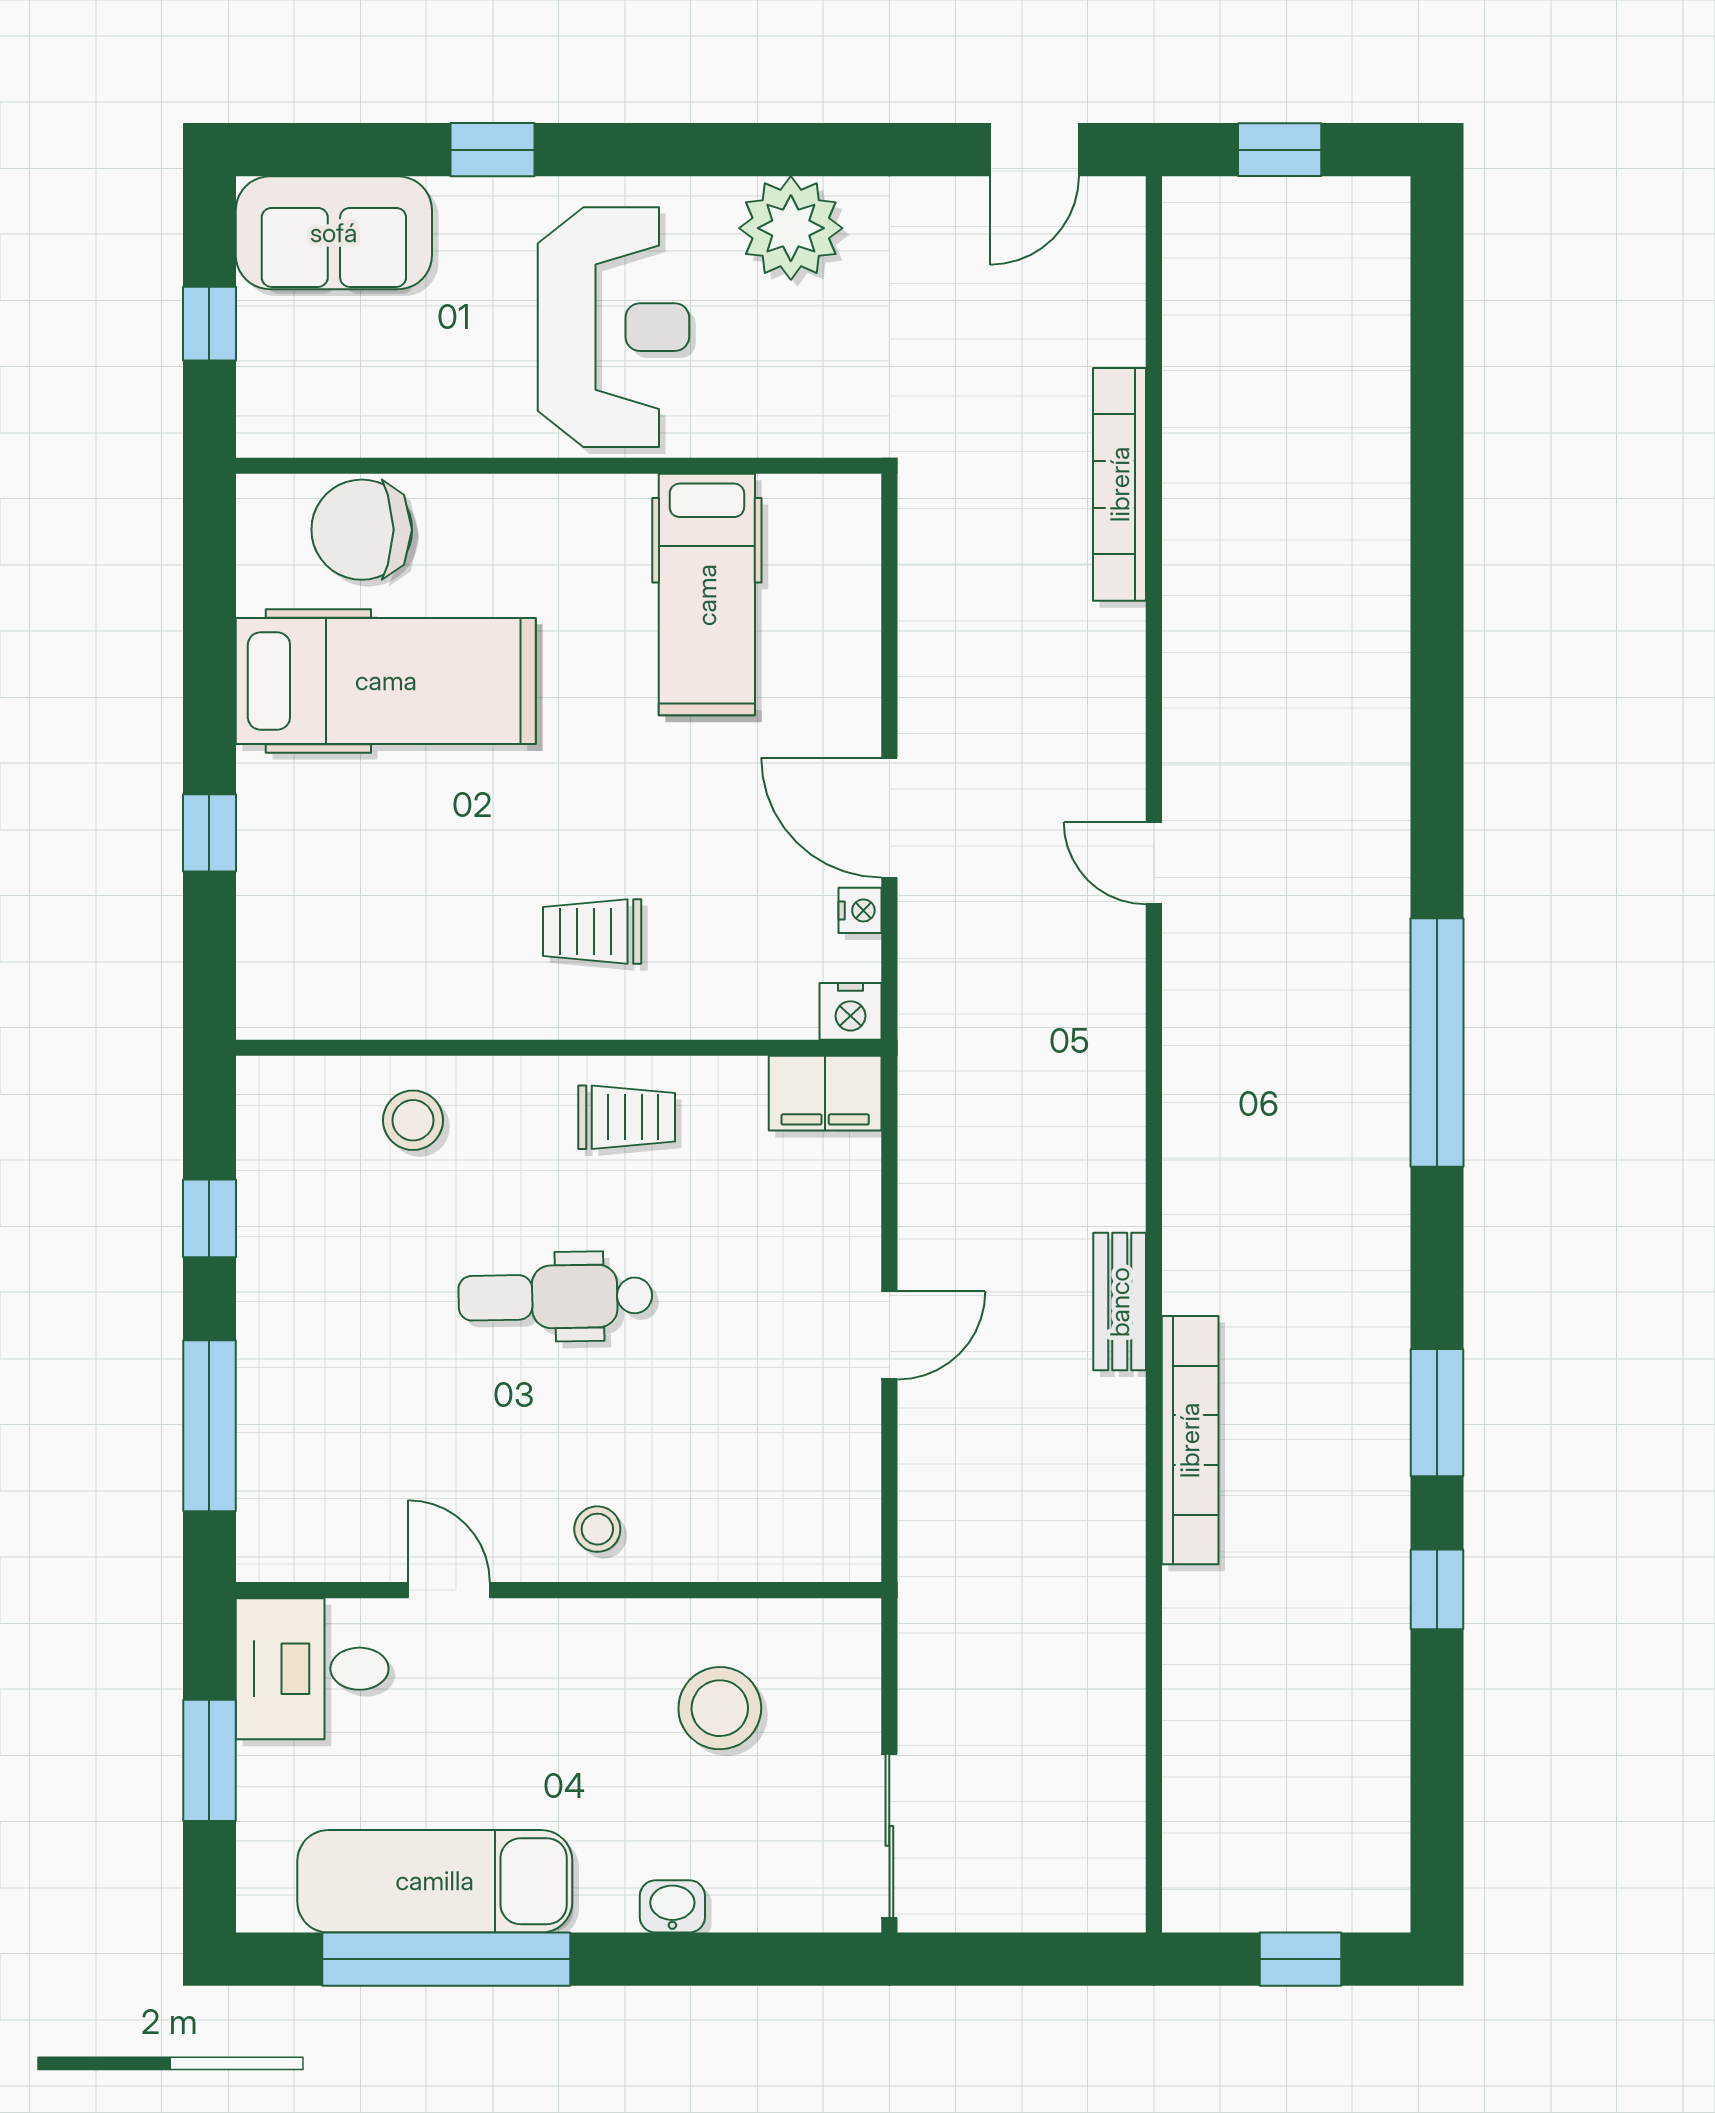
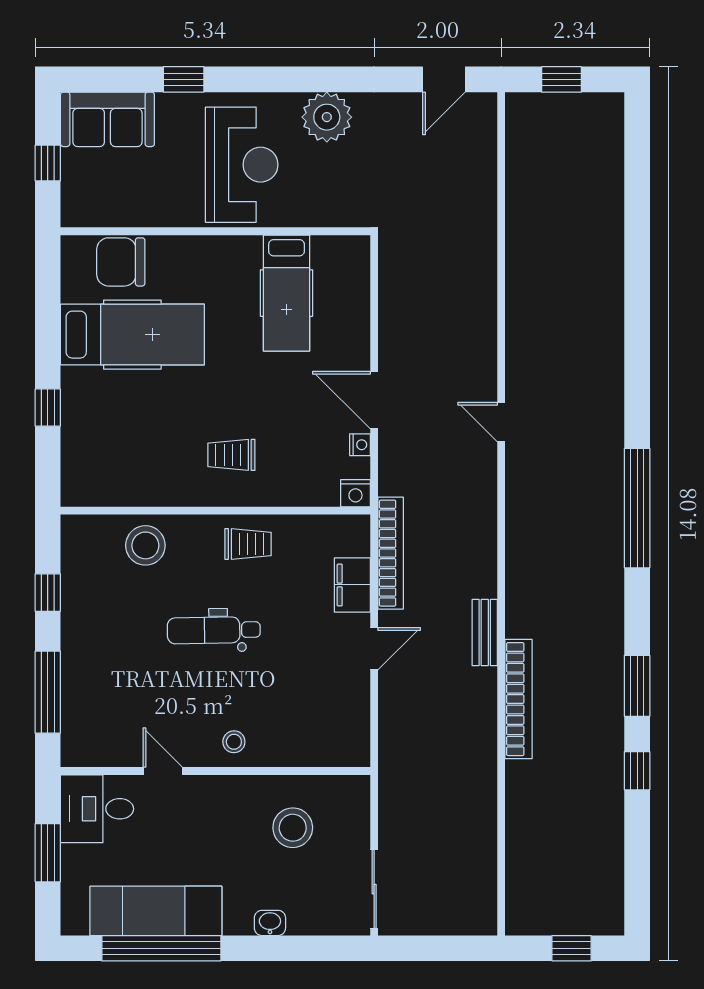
bookcase: (1120, 484) -> (391, 553), moved, turned 180
filing cabinet: (825, 1093) -> (352, 585), moved, turned 90
stool: (413, 1120) -> (145, 545), width x1.38, depth x1.38

